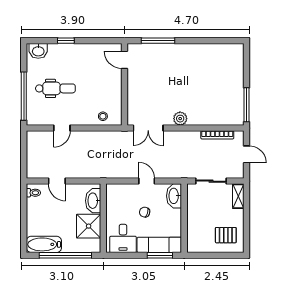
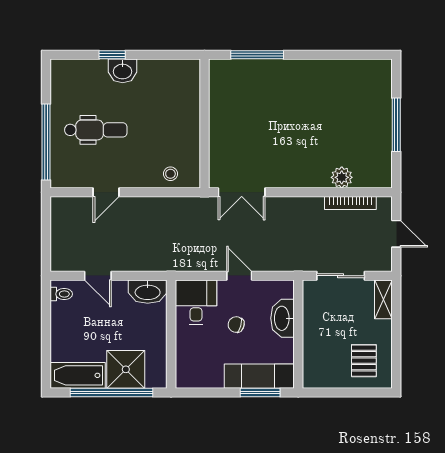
washbasin: (38, 51) -> (123, 71), moved
door: (125, 60) -> (204, 85), removed
window: (246, 105) -> (396, 125), moved
plant: (180, 119) -> (342, 177), moved
washbasin: (174, 196) -> (282, 318), moved
washbasin: (93, 201) -> (148, 292), moved, turned -90
shower: (89, 226) -> (126, 369), moved
pallet: (226, 235) -> (364, 361), turned 90
desk: (123, 238) -> (196, 302), moved, turned 180

